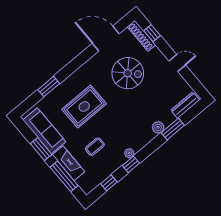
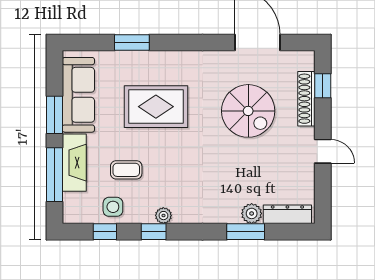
shoe rack: (142, 36) -> (306, 99), moved
plant: (158, 127) -> (252, 213), moved
side table: (103, 169) -> (113, 207), added

